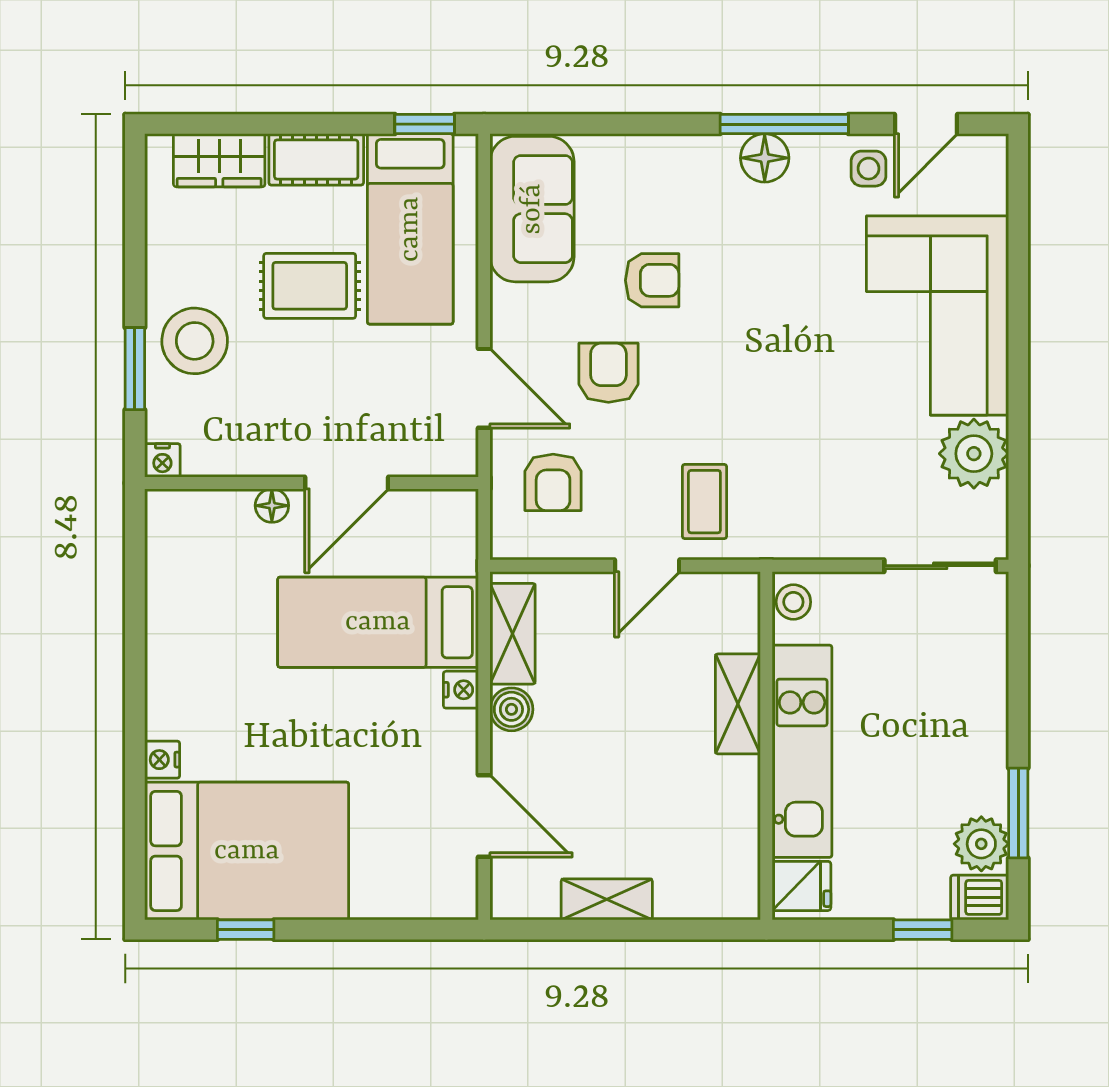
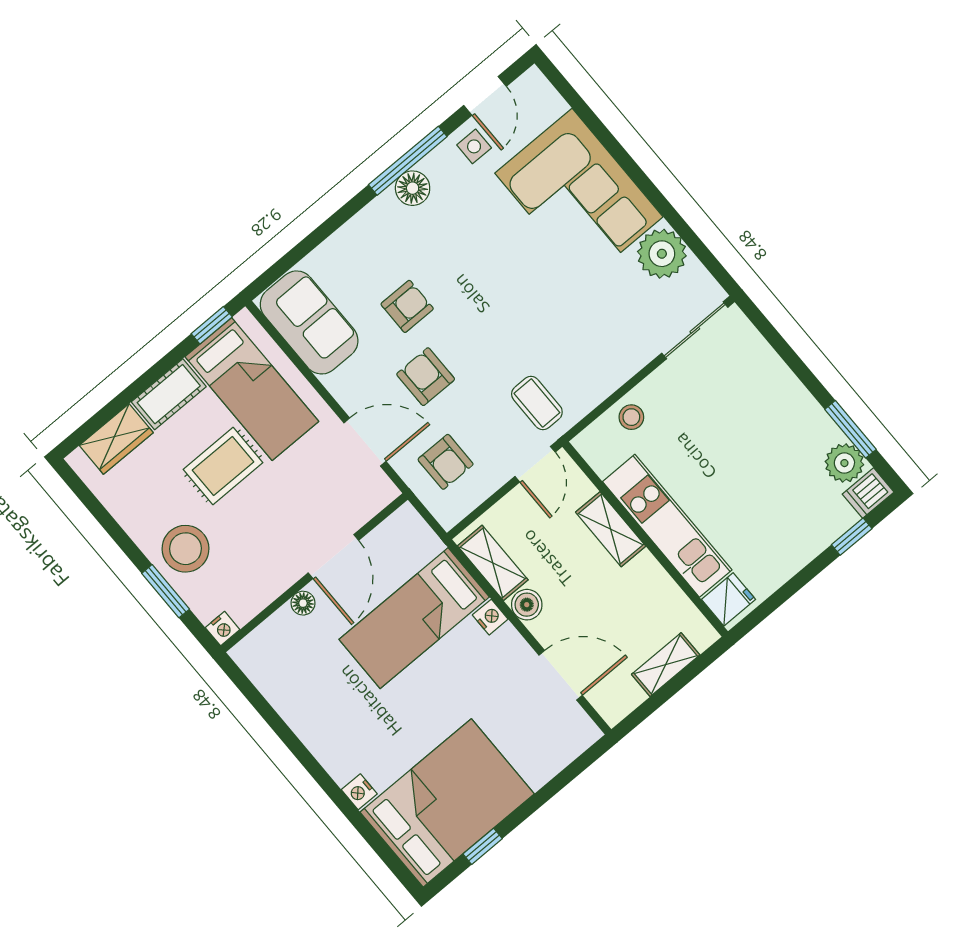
shelving: (738, 704) -> (611, 529), moved
wall: (766, 746) -> (645, 539), moved
kitchen unit: (802, 751) -> (667, 526), moved
fridge: (801, 886) -> (729, 599), moved

